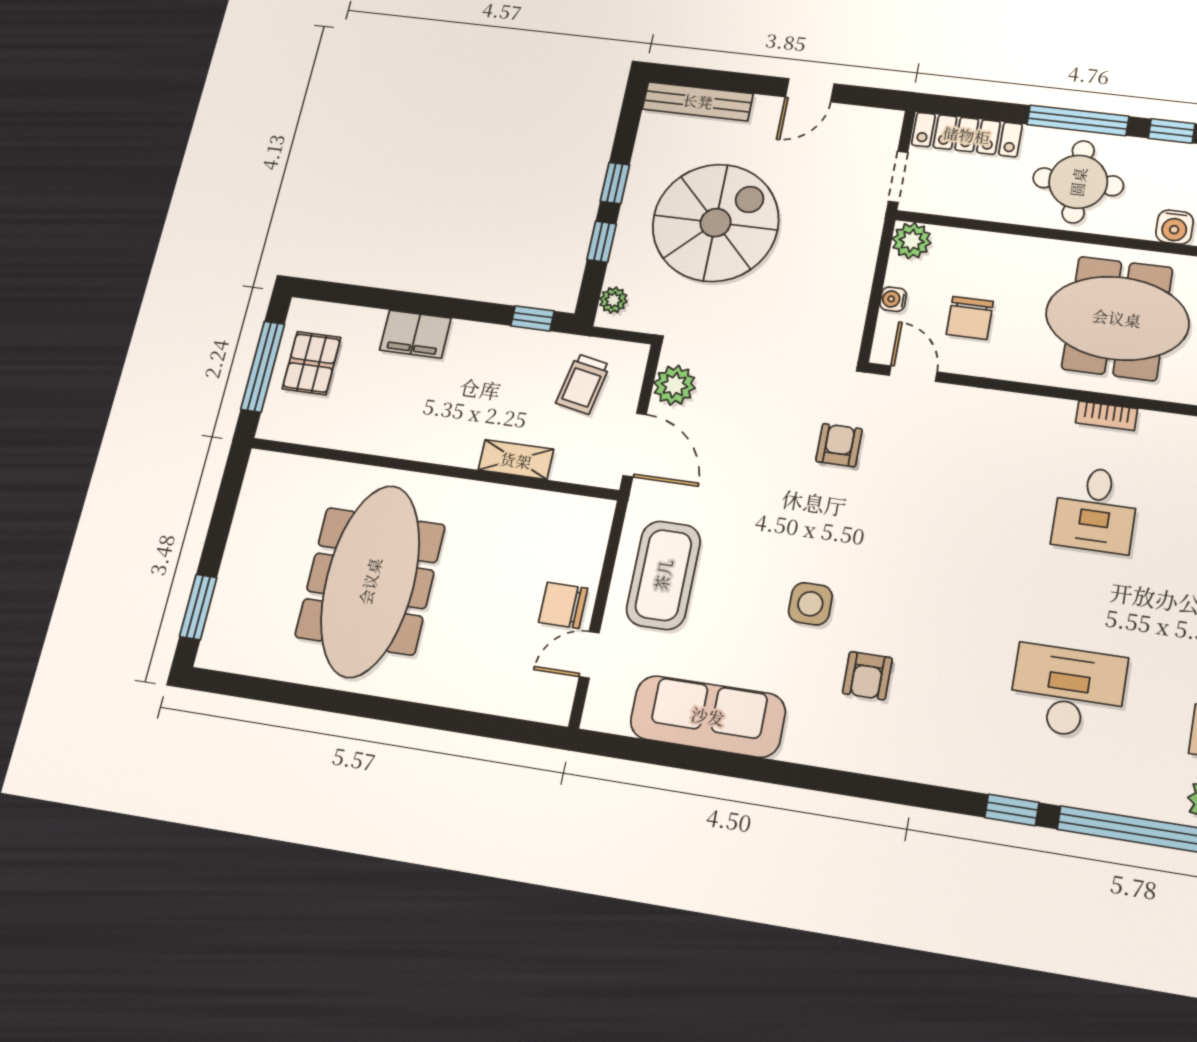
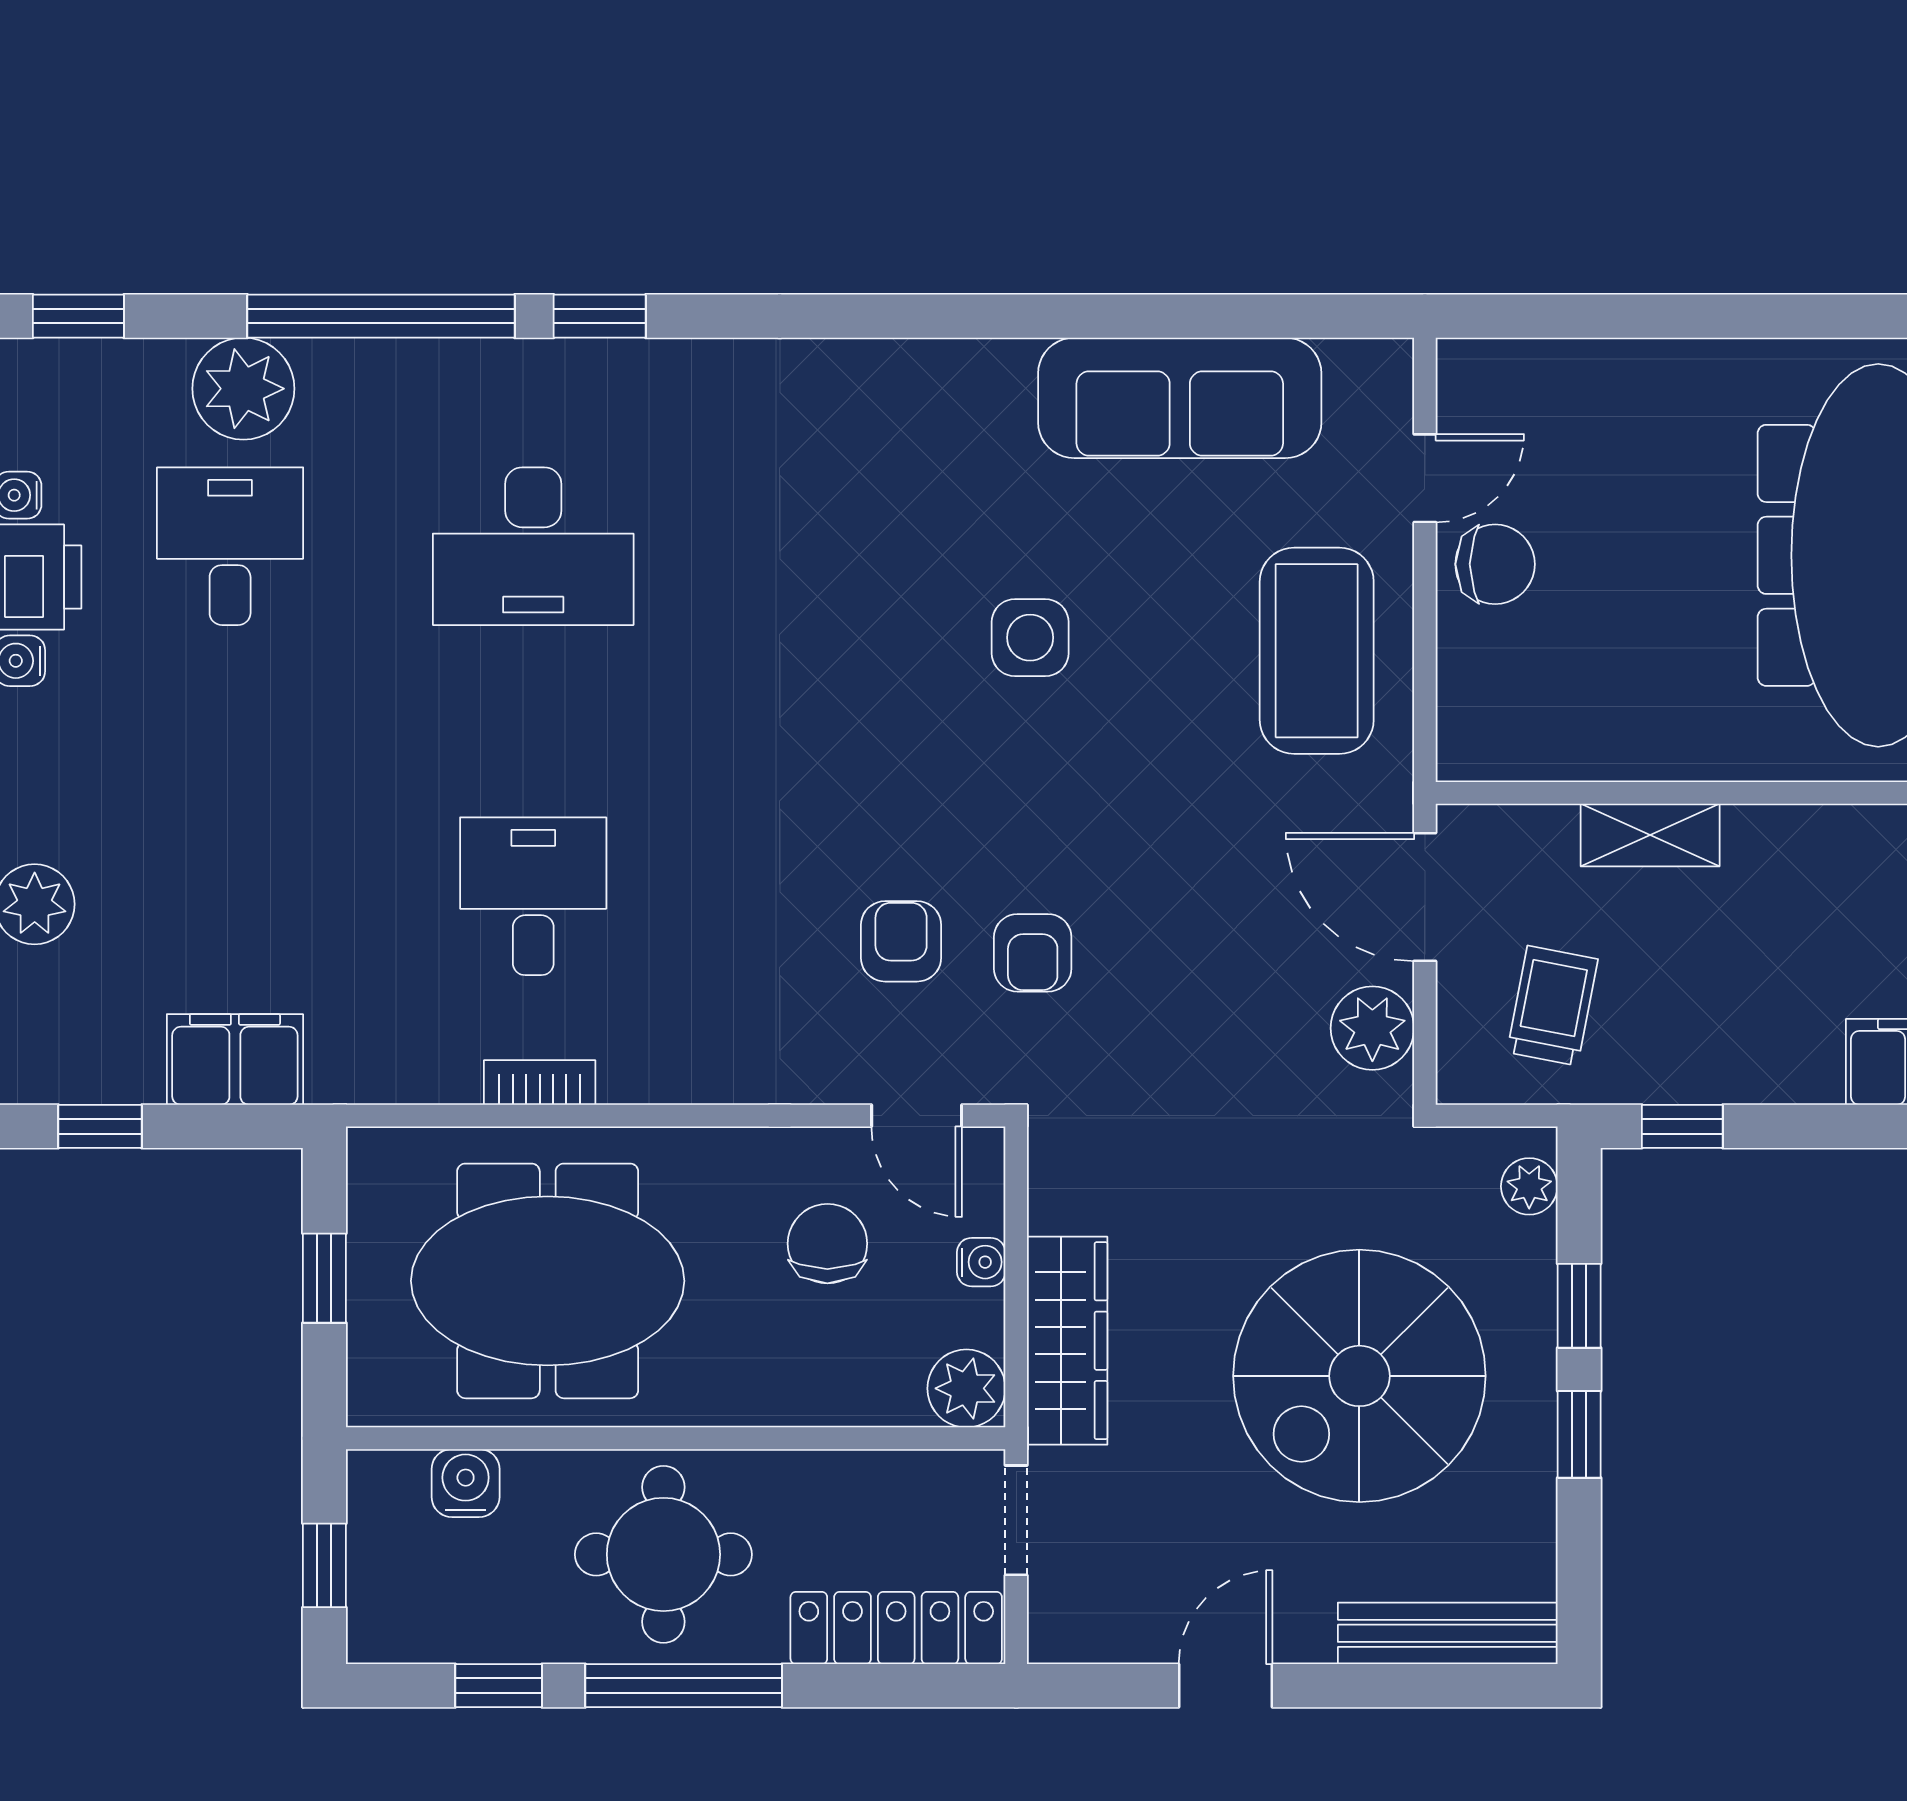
wardrobe: (857, 257) -> (1067, 1341), added
armchair: (867, 676) -> (901, 941), moved

